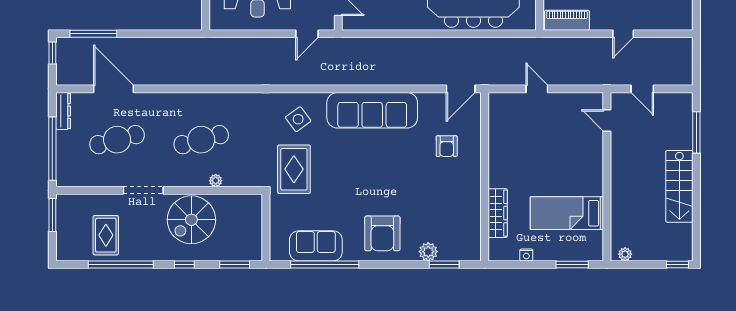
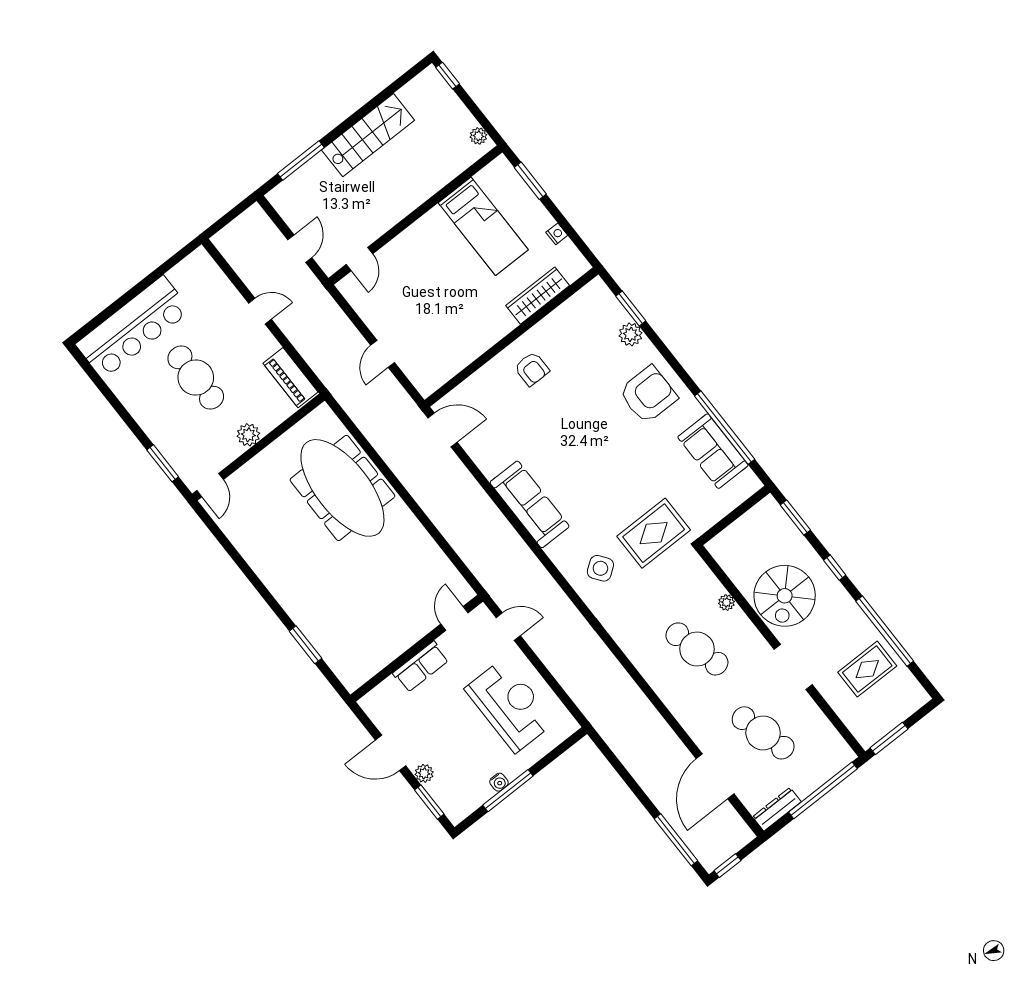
sofa: (372, 110) -> (530, 504), width x0.74, depth x0.79
armchair: (447, 146) -> (532, 369), moved, turned 90
spiral stairs: (191, 220) -> (785, 596), turned 90

